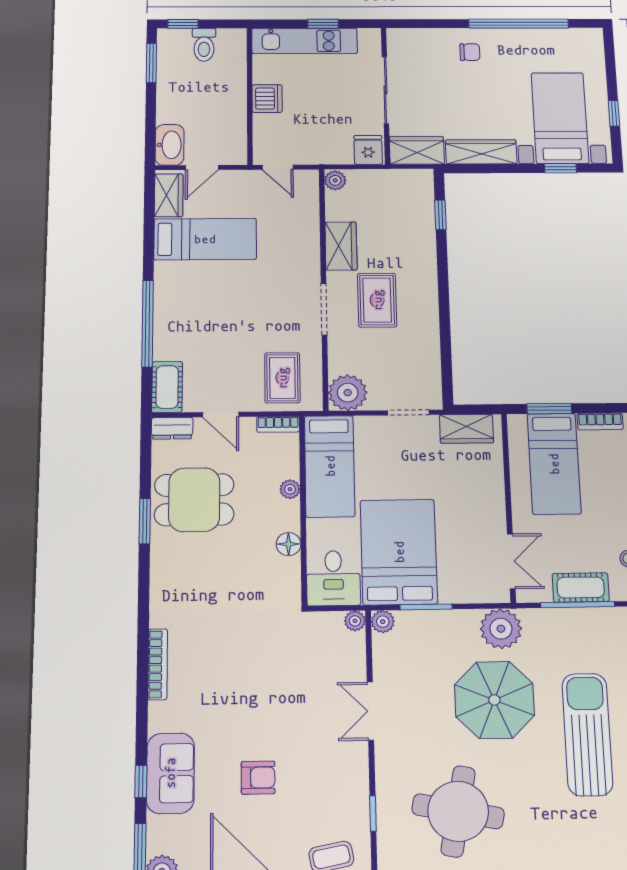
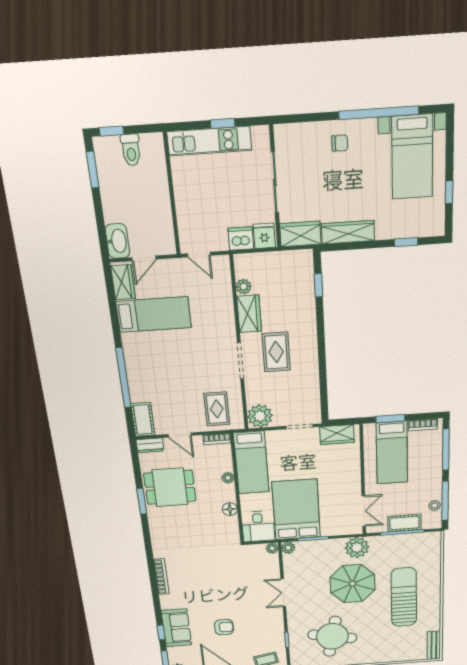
dishwasher: (267, 99) -> (241, 239), moved, turned -90
bed with nightstands: (560, 118) -> (412, 157), moved, turned 180
plant: (335, 180) -> (244, 287), moved

